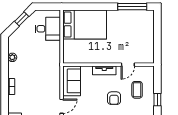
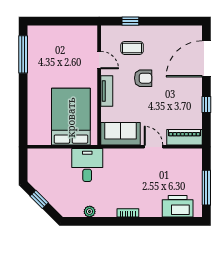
bed: (85, 25) -> (71, 117), moved
desk: (48, 29) -> (87, 165), moved
window: (157, 100) -> (130, 21), moved

